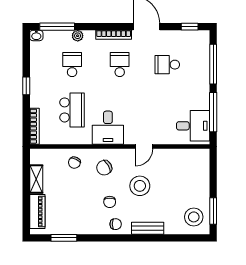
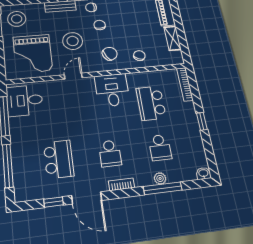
window: (57, 27) -> (163, 188), moved
window: (190, 27) -> (54, 202), moved
bookcase: (114, 35) -> (121, 184), width x0.64
school desk: (167, 65) -> (59, 159), width x1.85
grand piano: (181, 175) -> (33, 54), added

